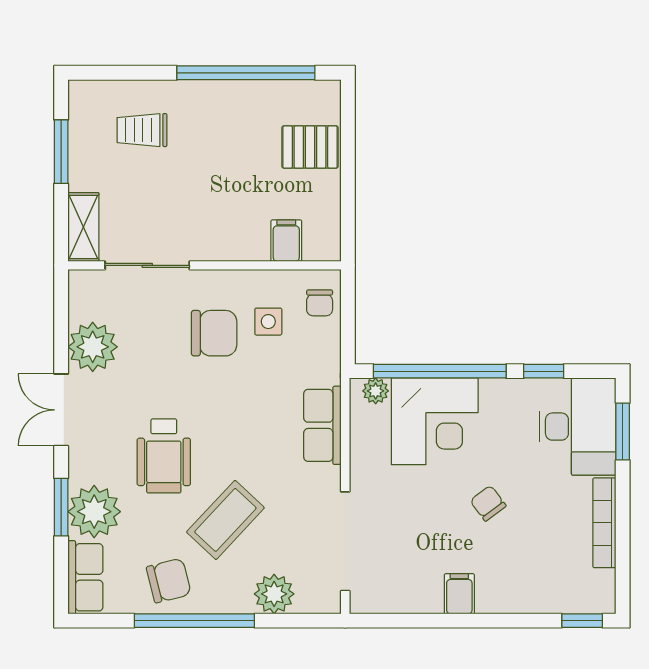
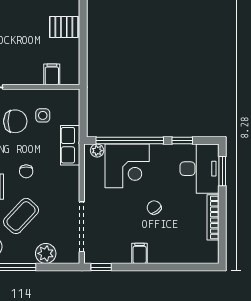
chair: (320, 303) -> (26, 171), moved
row of seats: (322, 425) -> (70, 145), moved
window: (582, 621) -> (101, 267), moved

